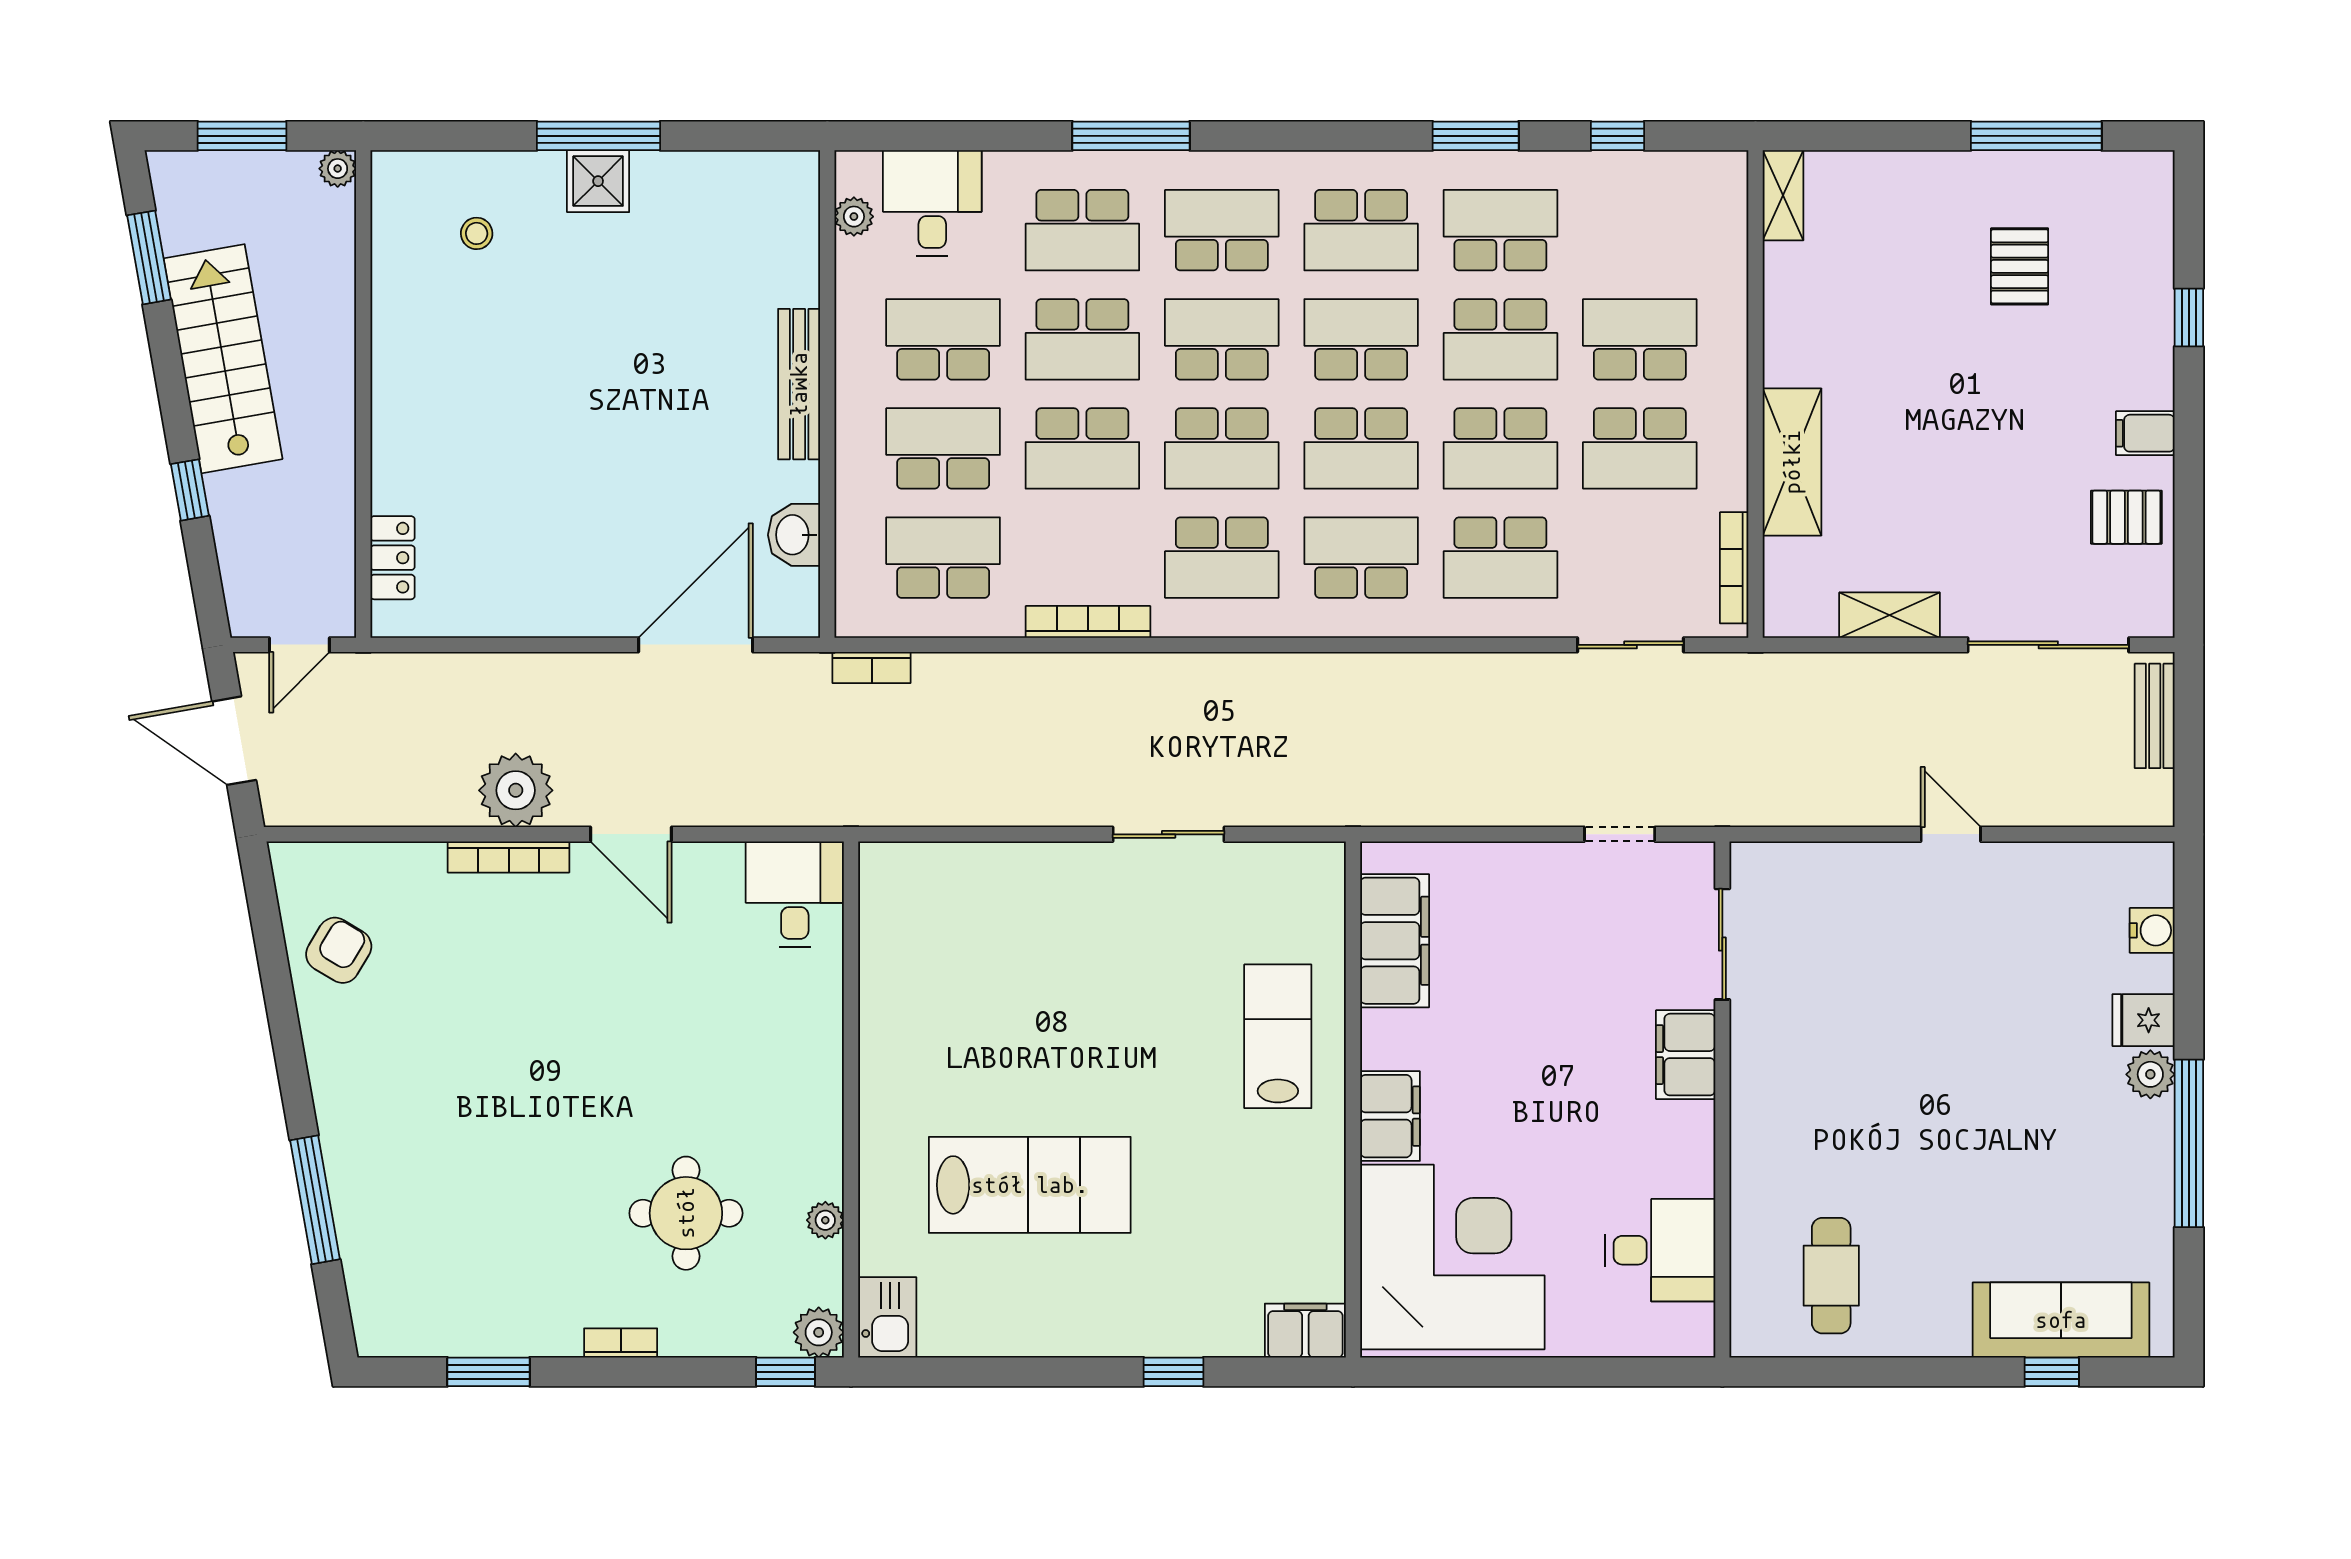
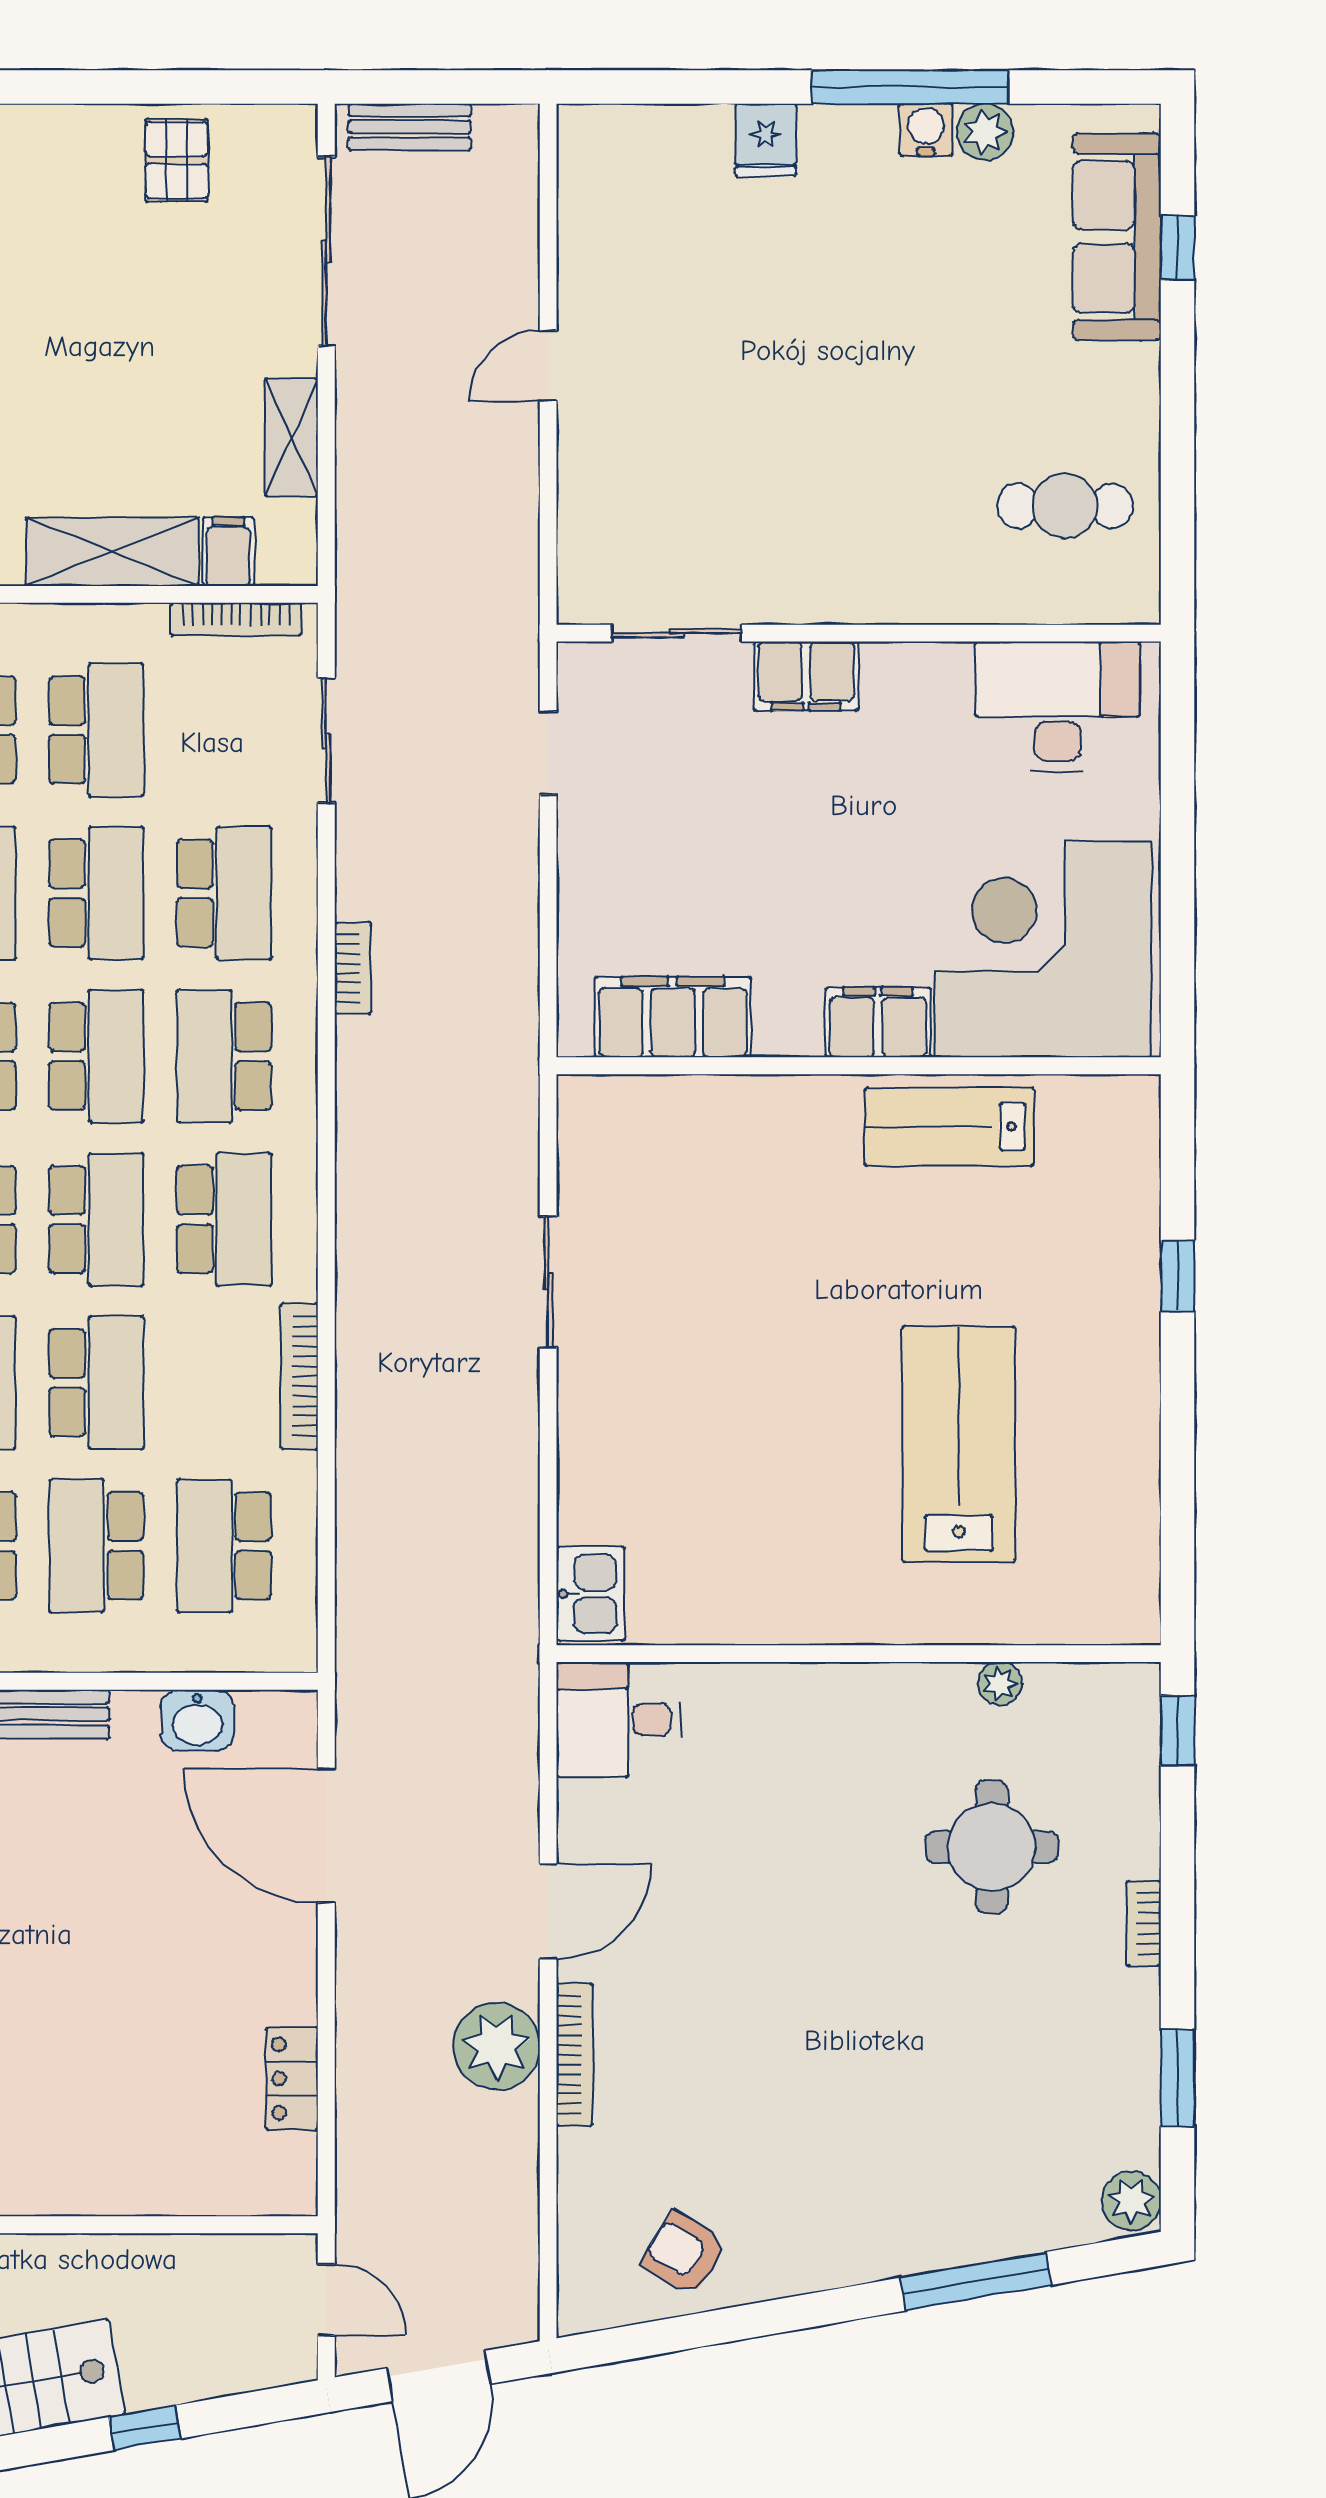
filing cabinet: (2145, 433) -> (228, 552), moved, turned 180
locker: (393, 558) -> (292, 2078), moved, turned -90
bookcase: (872, 668) -> (353, 968), moved
water cooler: (2152, 930) -> (926, 130), moved
lab bench: (1278, 1036) -> (949, 1127), moved
plant: (2150, 1074) -> (985, 132), moved
desk: (1660, 1250) -> (1058, 706), width x1.37
kitchen sink: (887, 1317) -> (591, 1594), moved, turned 90
filing cabinet: (1305, 1331) -> (1129, 1122), removed
plant: (819, 1332) -> (1131, 2201), moved

